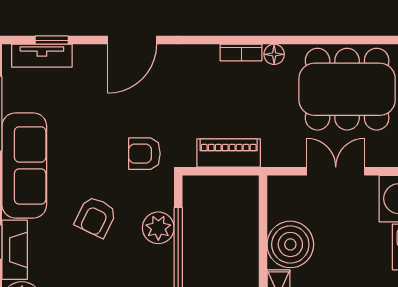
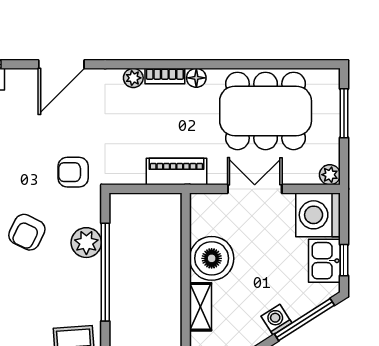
plant: (208, 54) -> (133, 78), added
piano: (229, 153) -> (176, 172), moved

